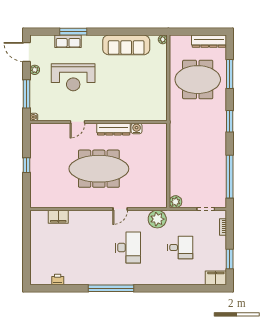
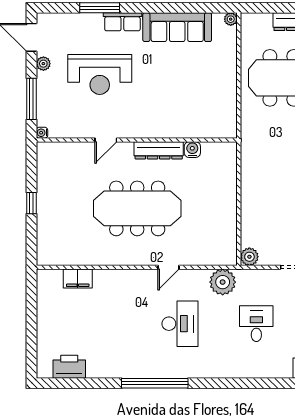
row of seats: (68, 41) -> (122, 22), moved
desk: (180, 248) -> (256, 324), turned -90
printer: (58, 280) -> (69, 367), width x1.87, depth x1.48

